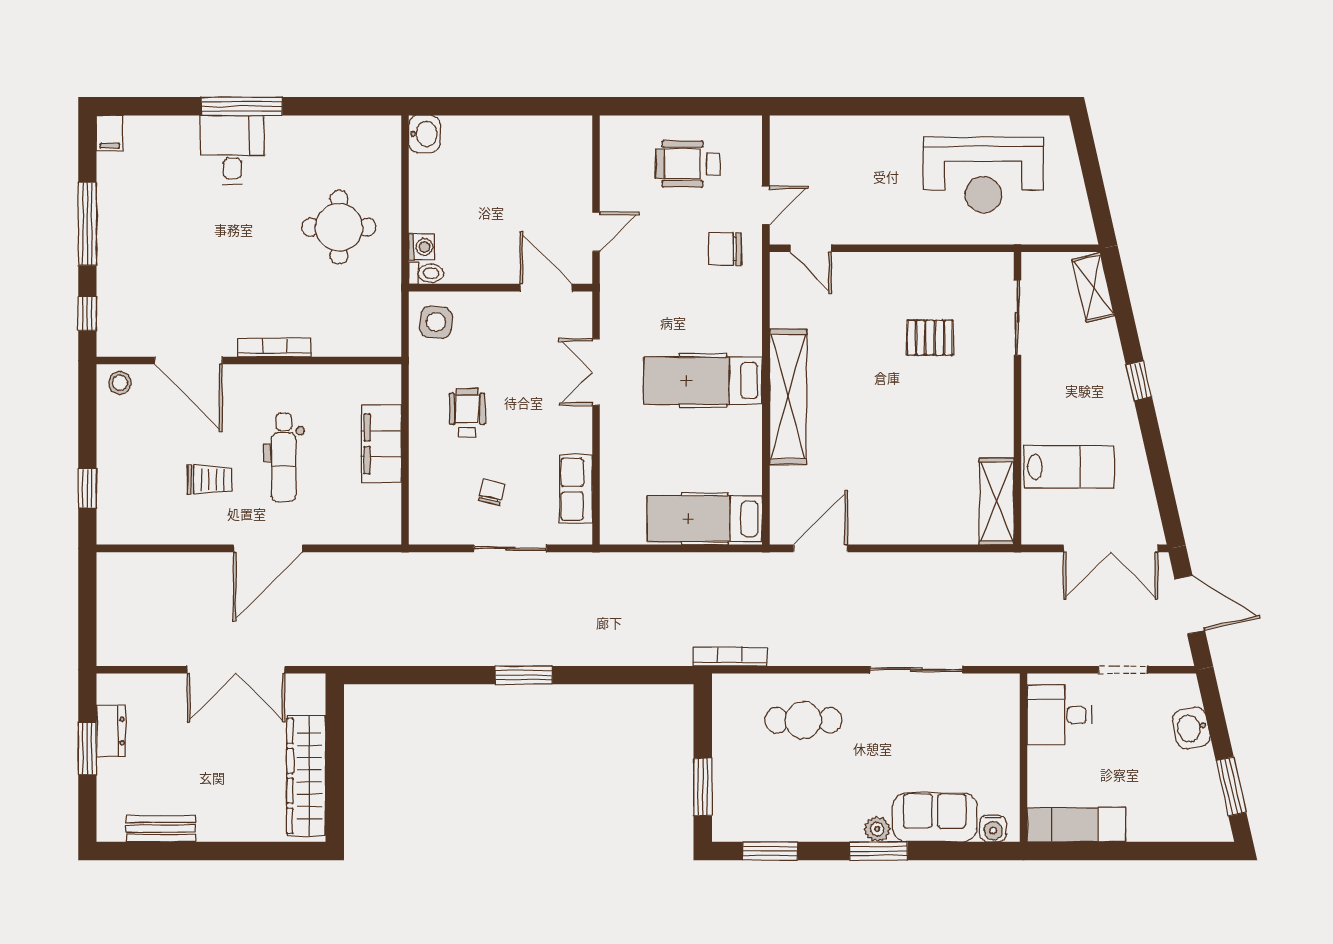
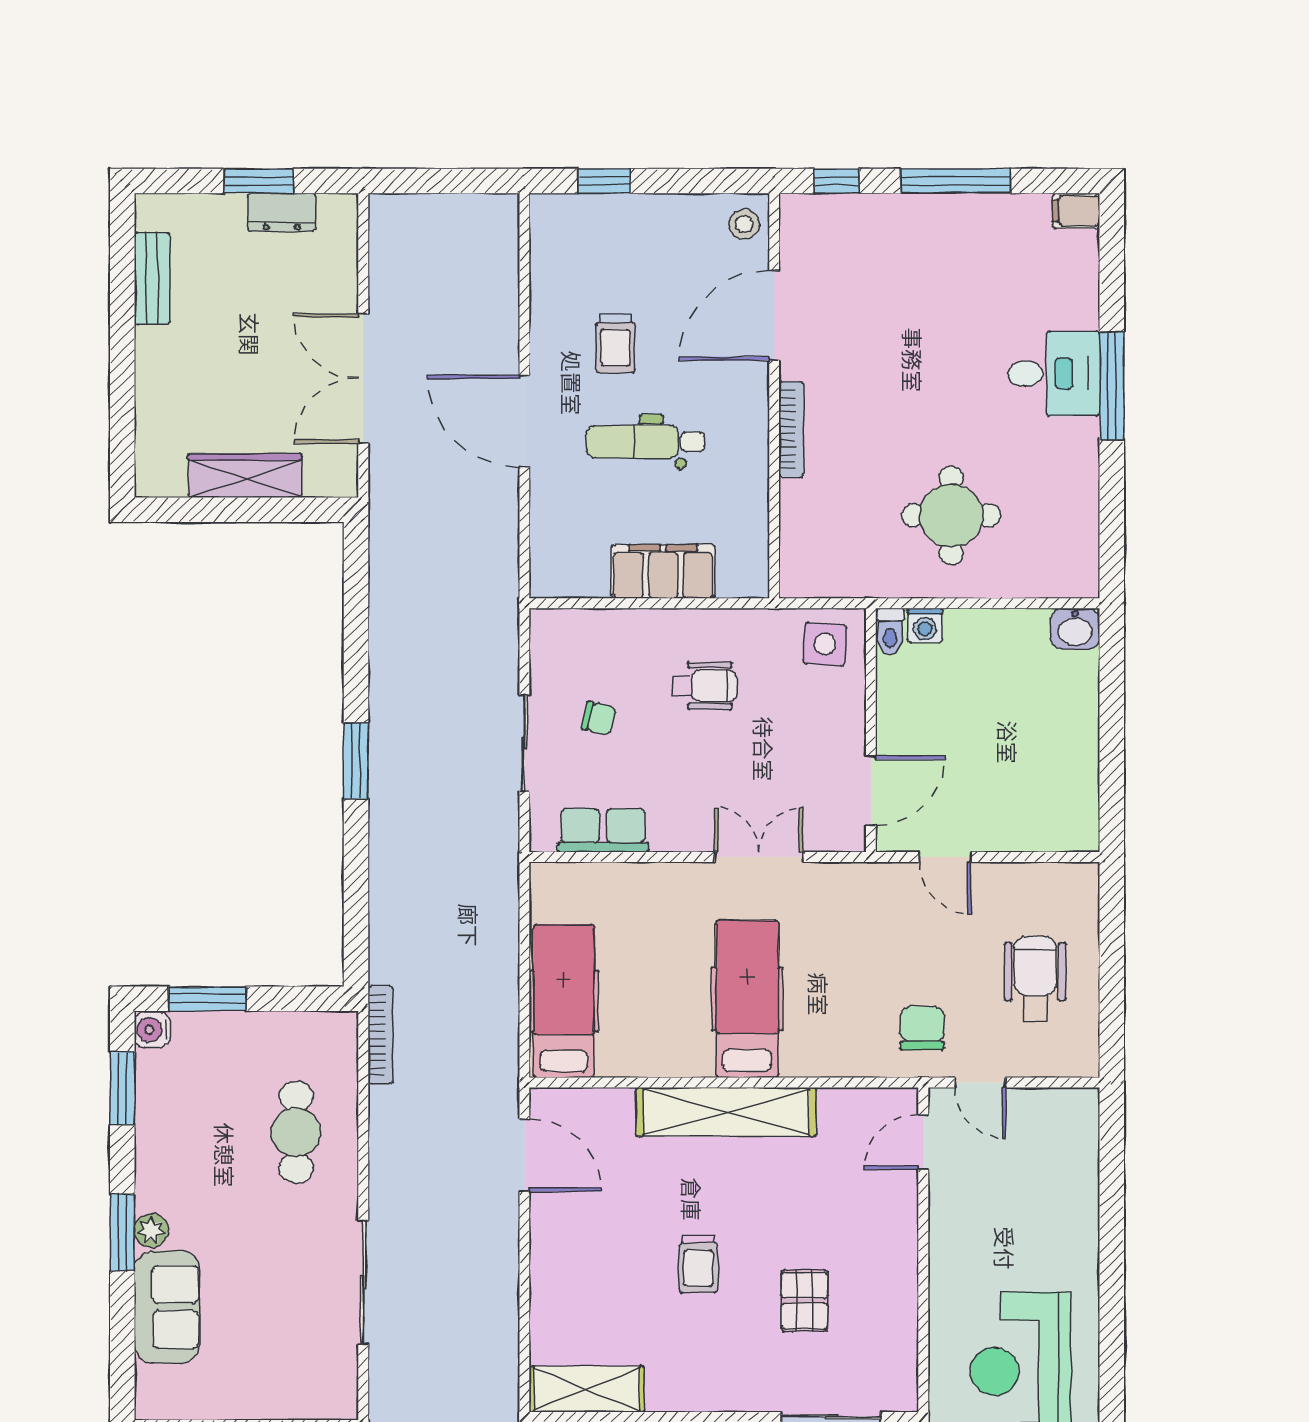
trolley: (902, 417) -> (698, 1264), added
wardrobe: (306, 776) -> (245, 476), width x0.71, depth x0.85
water cooler: (993, 828) -> (152, 1030), moved

